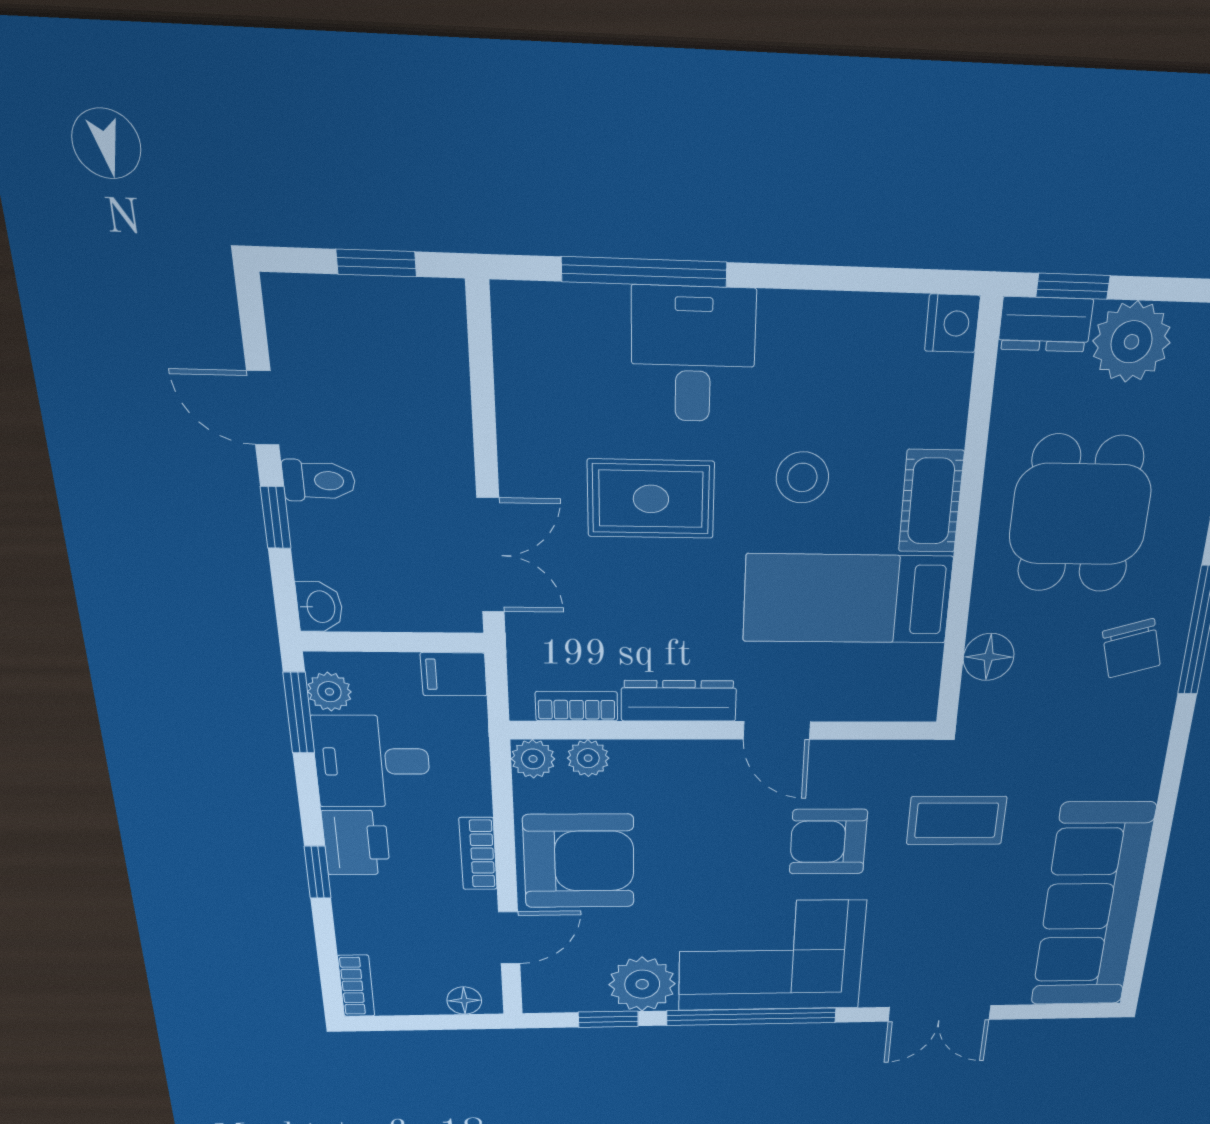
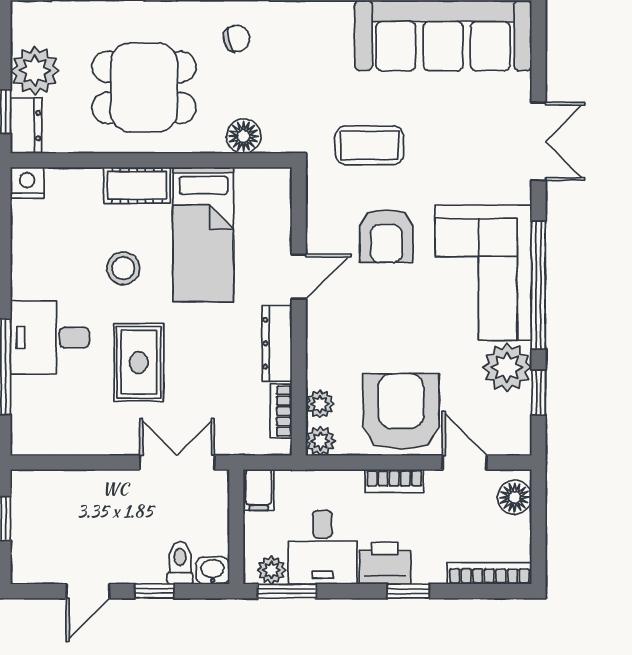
toilet: (319, 481) -> (180, 563), moved
chair: (1131, 648) -> (237, 39), width x0.73, depth x0.73
coffee table: (957, 820) -> (369, 145), turned 90
bookcase: (356, 986) -> (489, 573), width x1.56
floor lamp: (464, 1001) -> (515, 497), width x1.37, depth x1.37

